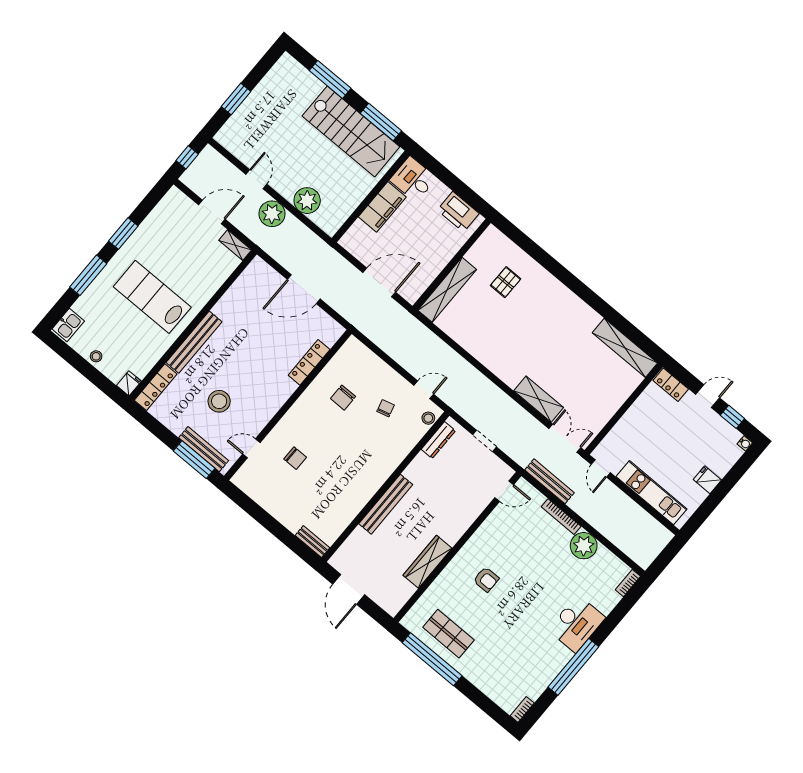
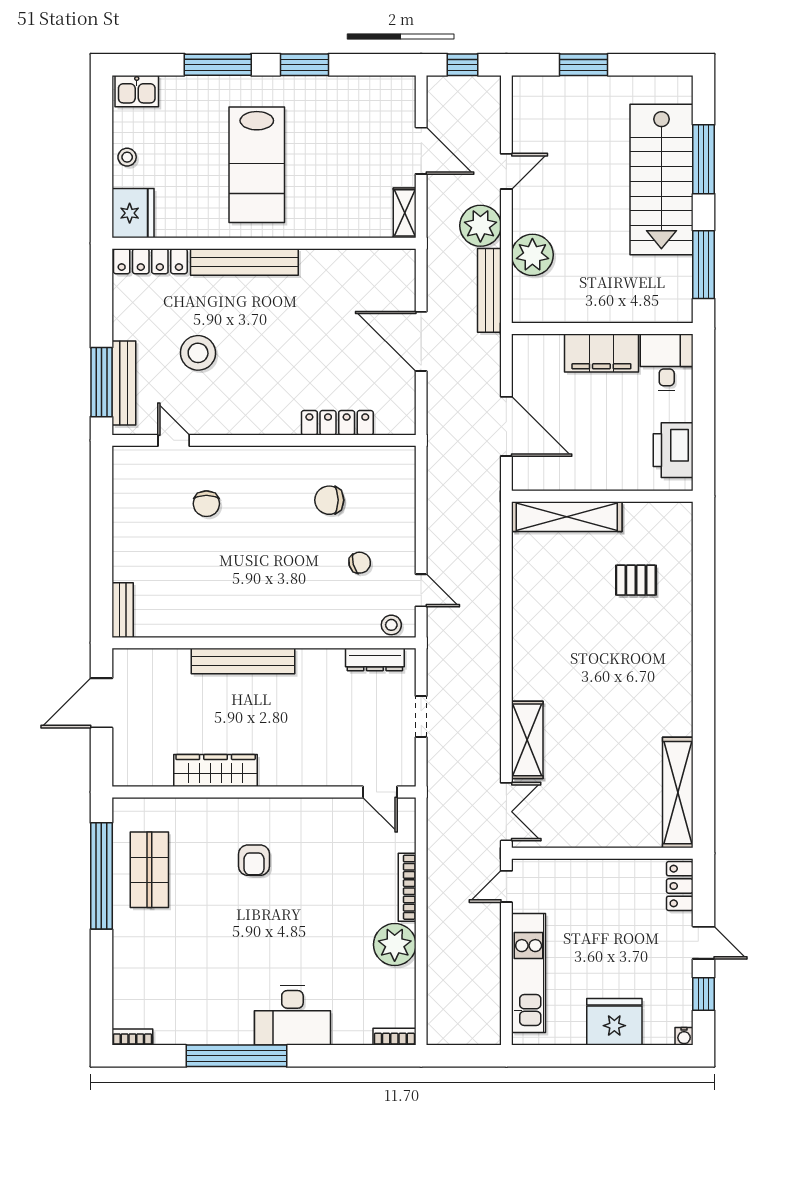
stairs: (351, 131) -> (661, 179), moved
lab bench: (152, 297) -> (257, 165), turned 180
fridge: (129, 383) -> (133, 213), width x1.88, depth x1.34
fridge: (707, 480) -> (614, 1022), width x1.88, depth x1.34
bench: (549, 481) -> (489, 290), moved

